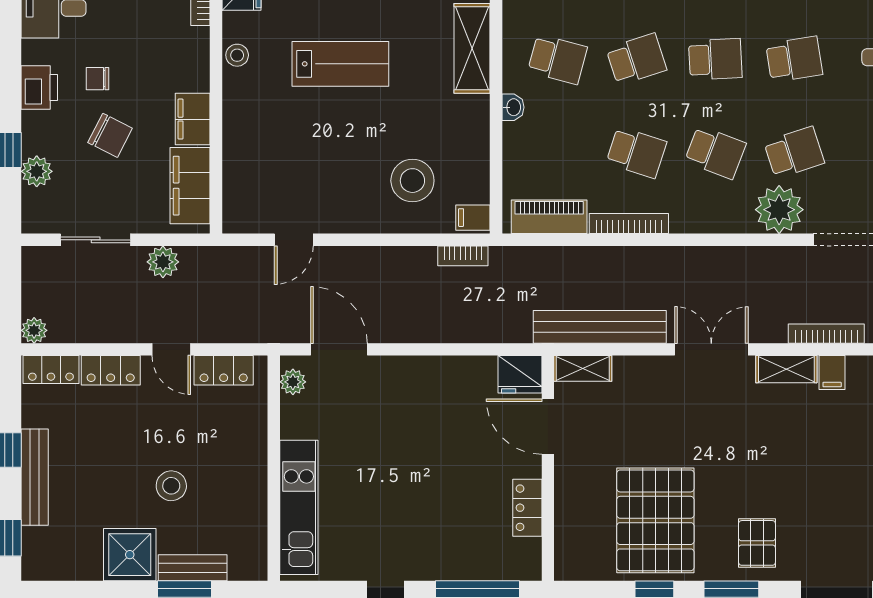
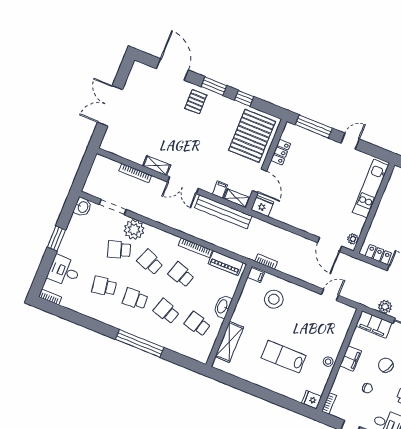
stool: (237, 55) -> (328, 362), moved
school desk: (636, 59) -> (166, 311), turned 36
chair: (97, 79) -> (367, 388), moved
washbasin: (513, 107) -> (223, 307), width x1.91, depth x1.45
filing cabinet: (190, 186) -> (374, 324), moved, turned 90
filing cabinet: (832, 373) -> (220, 190), moved
pallet: (655, 520) -> (252, 136), moved

